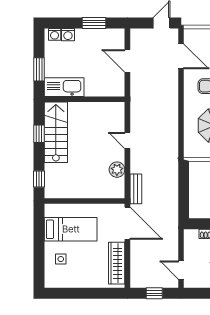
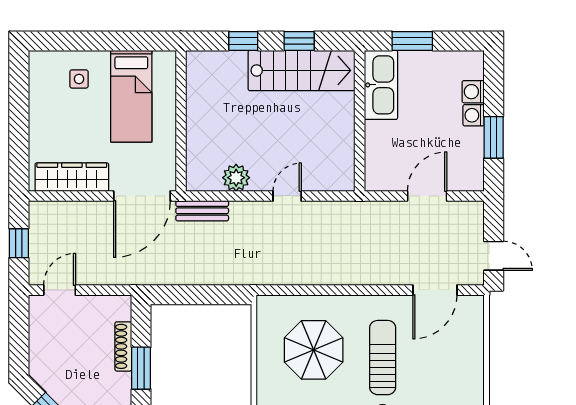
washing machine: (55, 34) -> (474, 115), moved
window: (39, 179) -> (243, 41), moved

